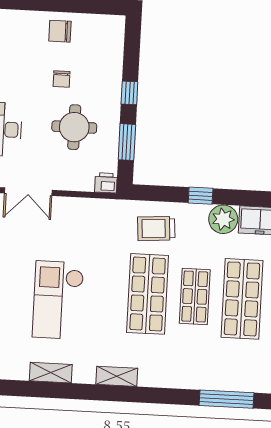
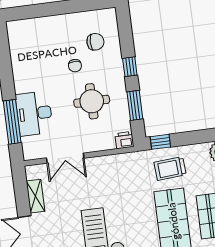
chair: (60, 31) -> (95, 42), moved, turned 180
window: (201, 196) -> (160, 142), moved

